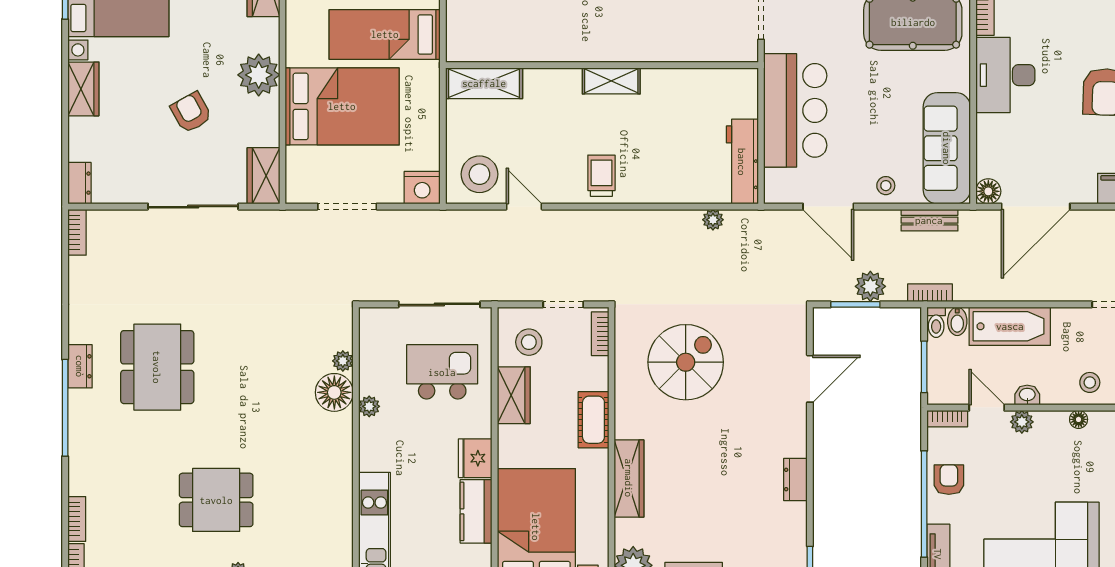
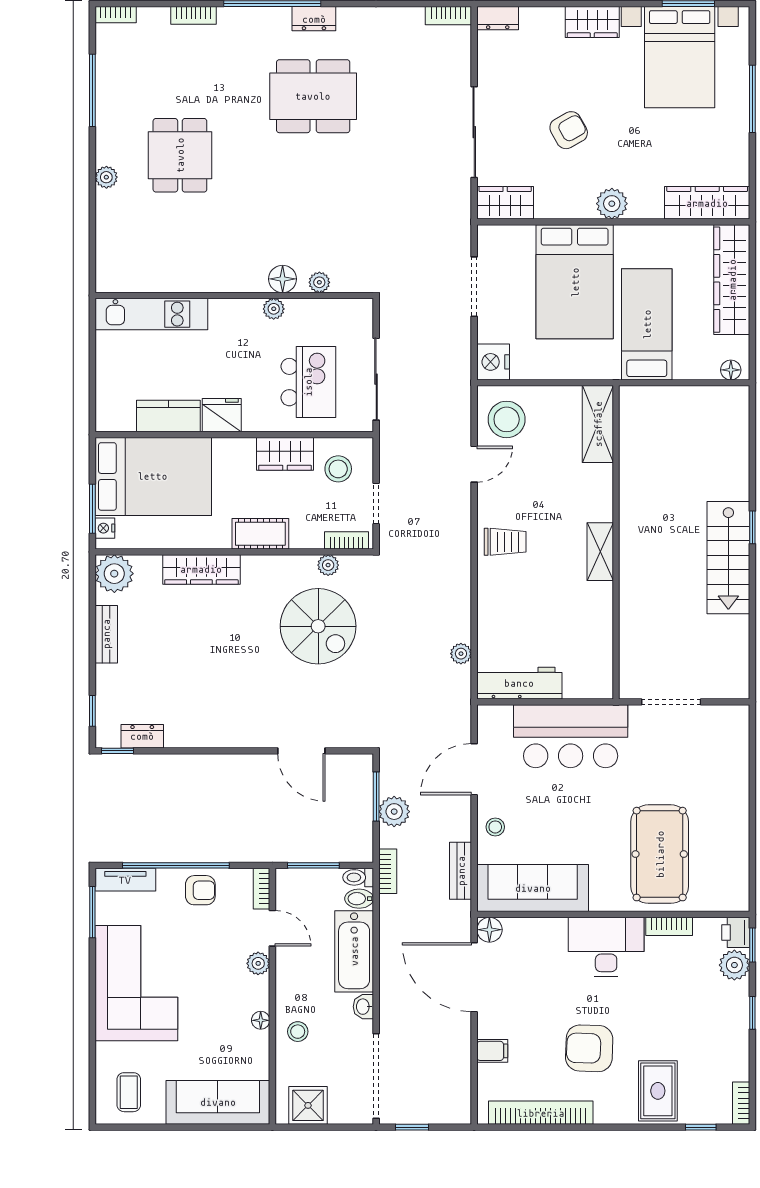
plant: (259, 75) -> (612, 204), width x0.73, depth x0.73
plant: (625, 352) -> (328, 565), added
floor lamp: (334, 392) -> (283, 279), width x0.73, depth x0.73
washbasin: (1027, 395) -> (363, 1007), moved, turned 180
door: (987, 408) -> (272, 928), hinge flipped
dresser: (795, 479) -> (142, 736), moved
bookcase: (77, 519) -> (193, 15), moved

